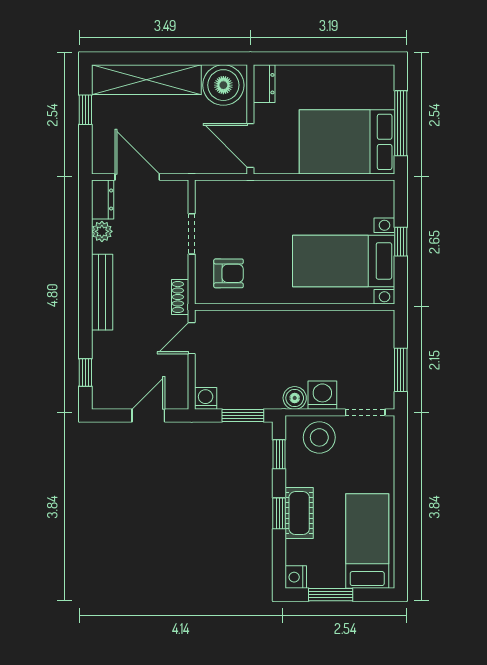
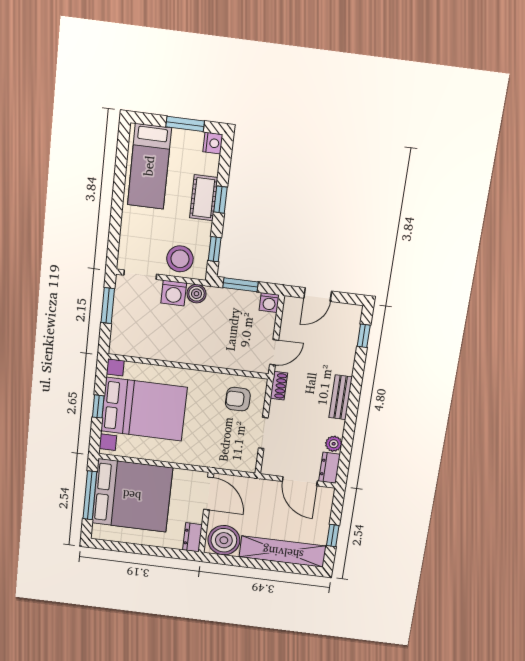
bed: (347, 142) -> (132, 495), width x1.36
bed with nightstands: (344, 261) -> (144, 409), width x1.36
bench: (102, 292) -> (341, 397), width x0.73

